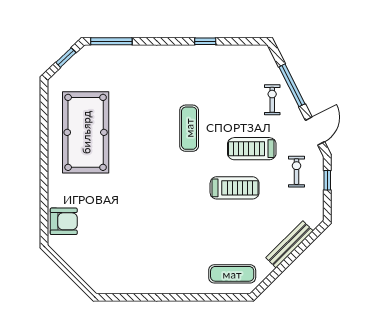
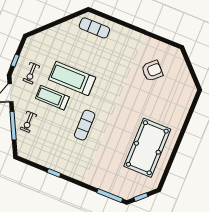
treadmill: (252, 149) -> (52, 98), turned 180
treadmill: (235, 188) -> (72, 79), width x1.37, depth x1.38
armchair: (64, 221) -> (152, 71), moved, turned 136
bench: (290, 244) -> (53, 32), removed

